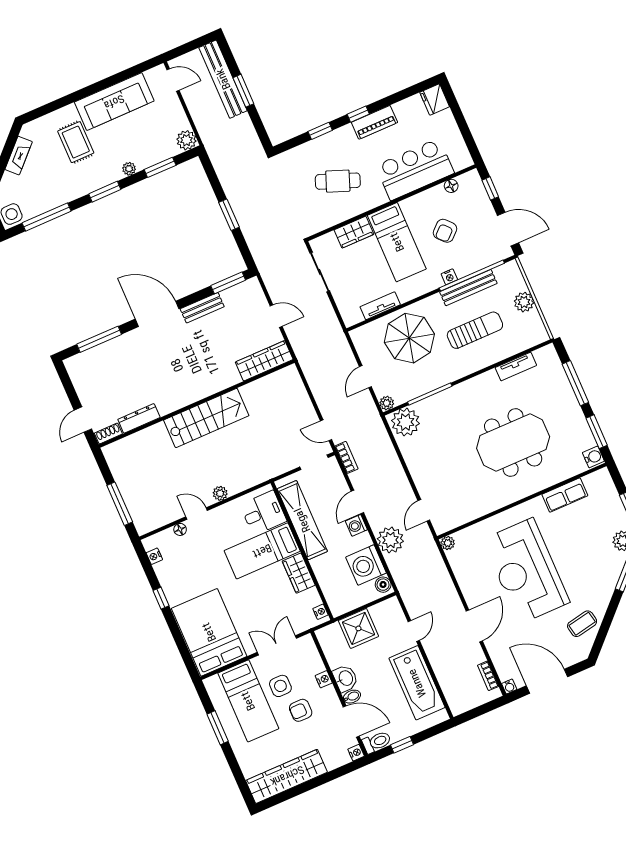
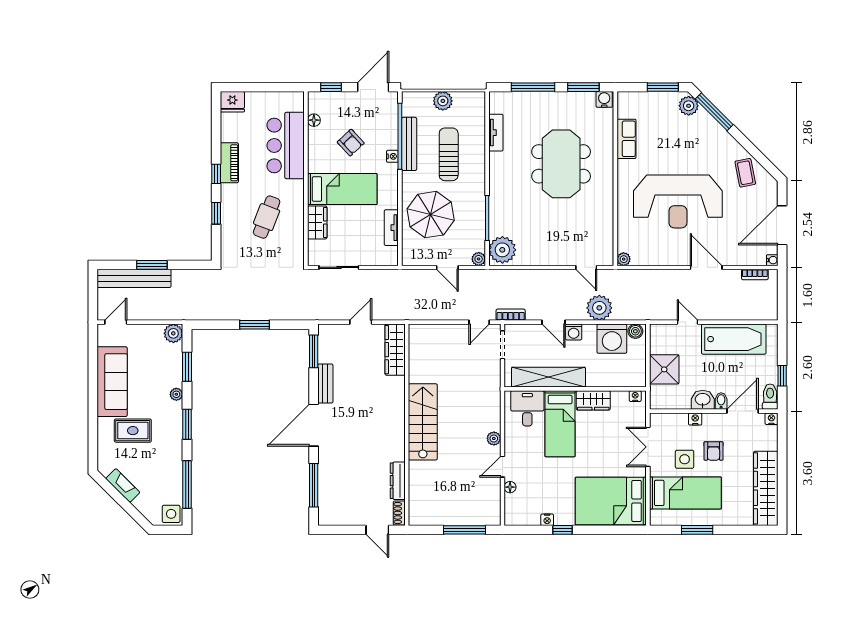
nightstand: (154, 556) -> (547, 520), moved

